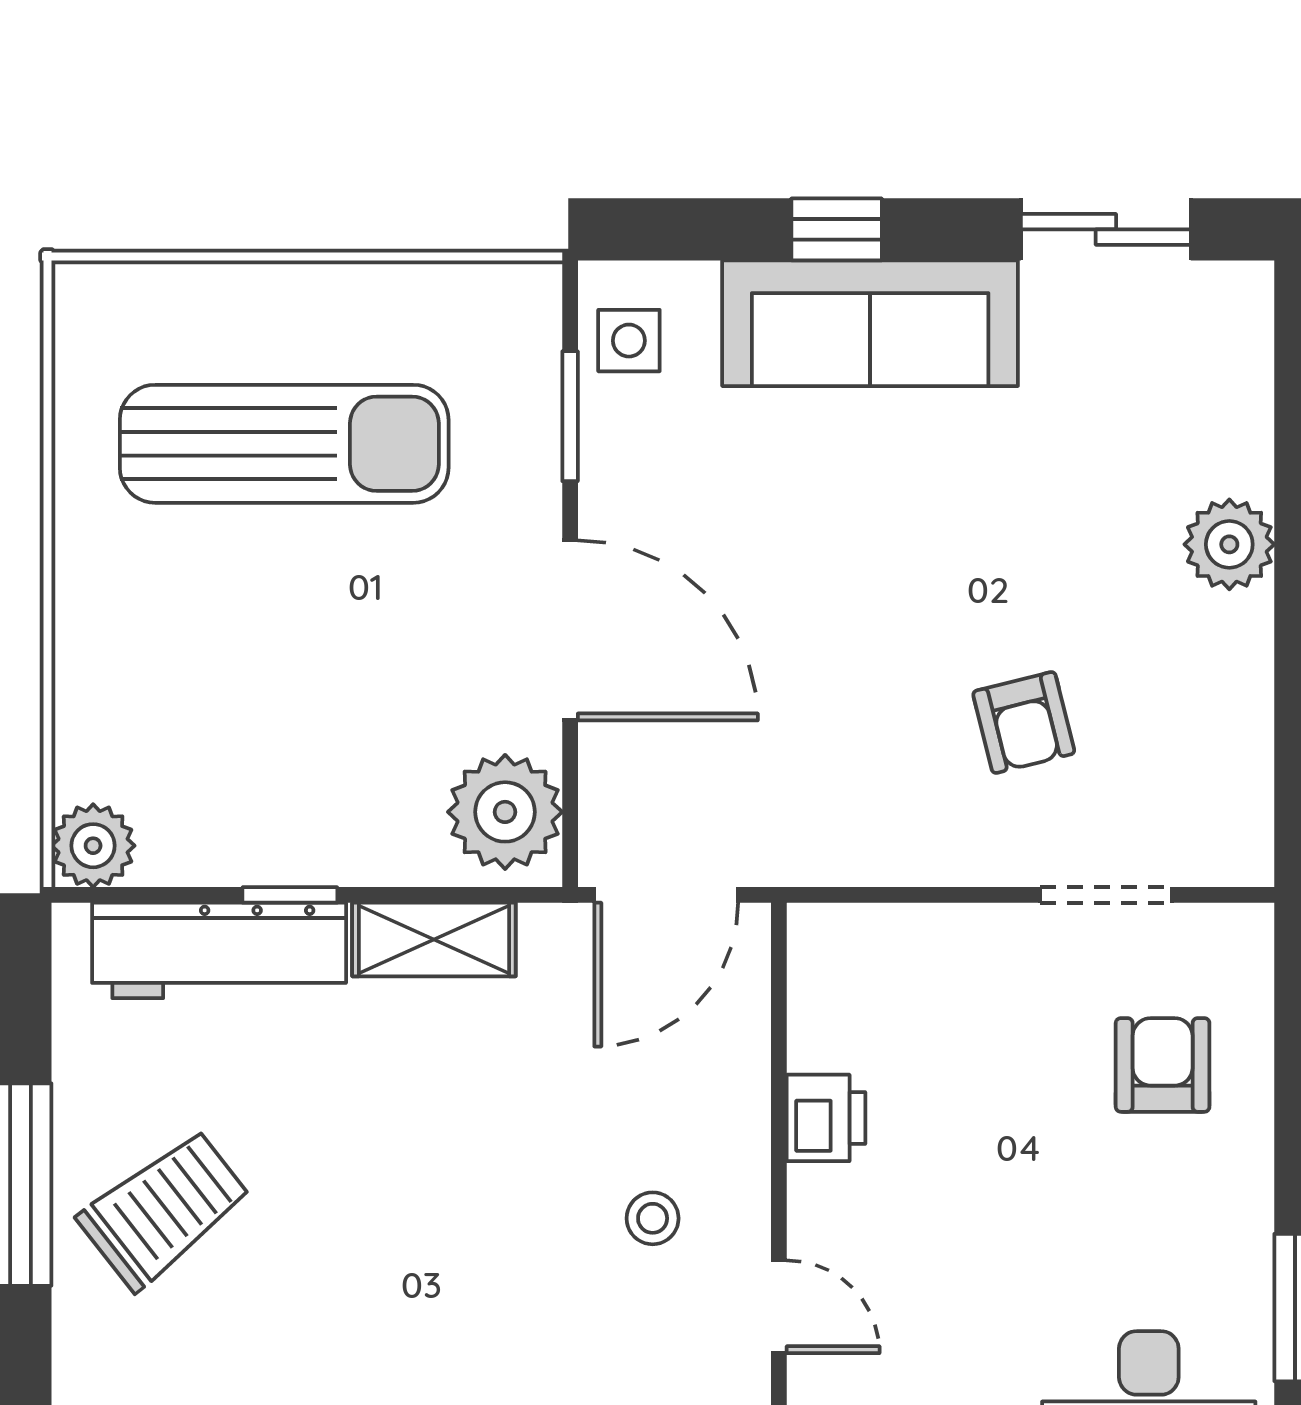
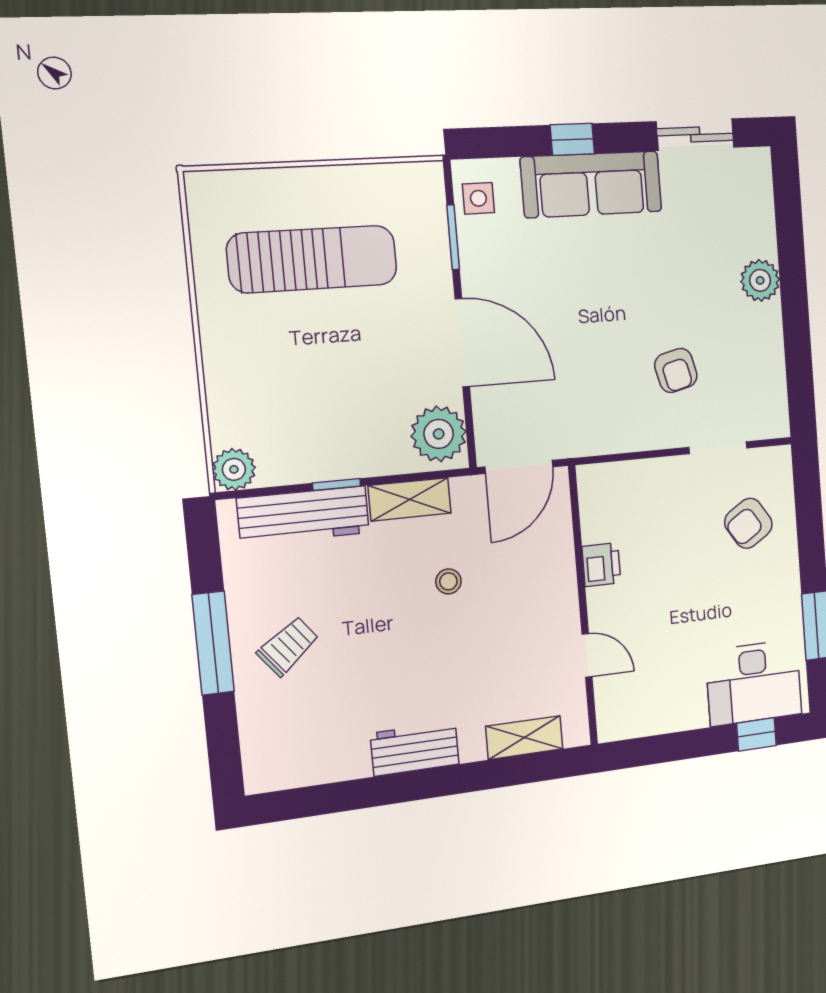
armchair: (1163, 1065) -> (748, 523), turned -123
trolley: (164, 1209) -> (288, 646), width x0.73, depth x0.72
stool: (653, 1218) -> (448, 581), moved

